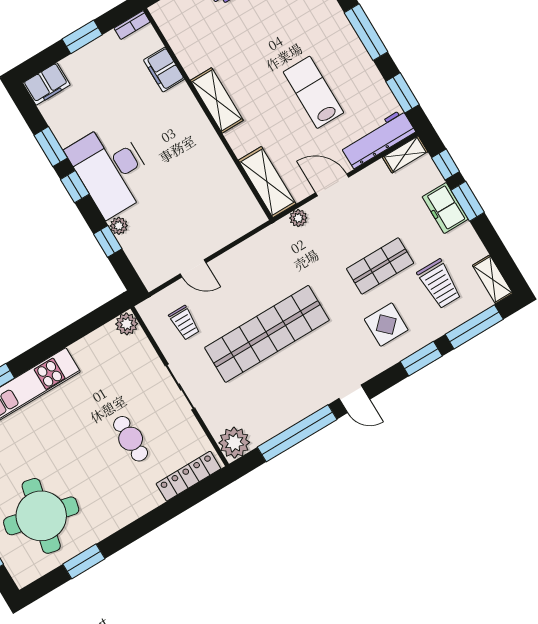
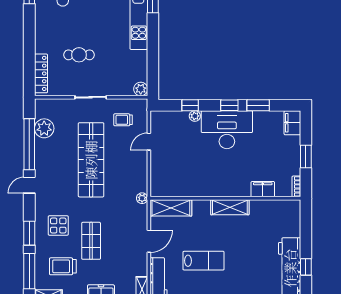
plant: (298, 218) -> (142, 198), moved
plant: (234, 443) -> (44, 128), moved

